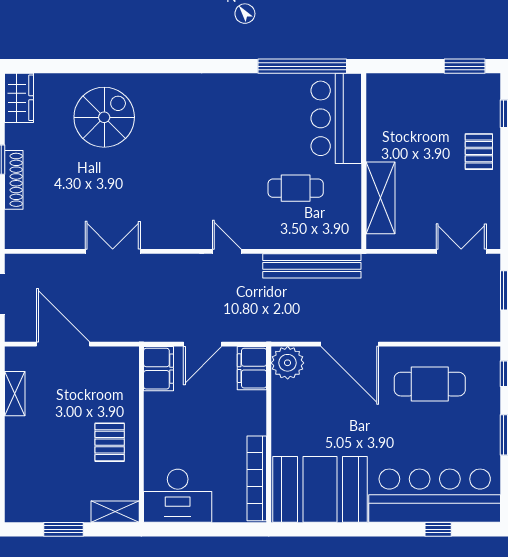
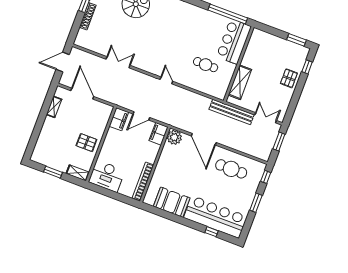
bench: (312, 266) -> (232, 112), moved
pallet: (110, 442) -> (86, 143), turned 90
booth: (320, 489) -> (172, 202), width x0.73, depth x0.70

